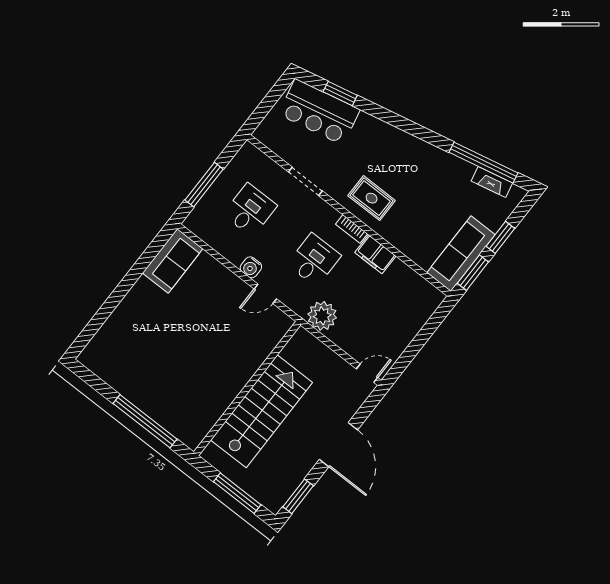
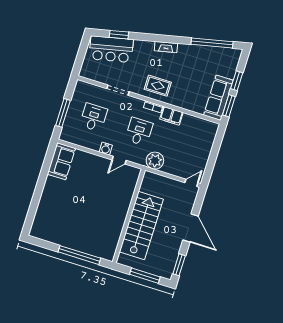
fireplace: (492, 182) -> (166, 47), moved

